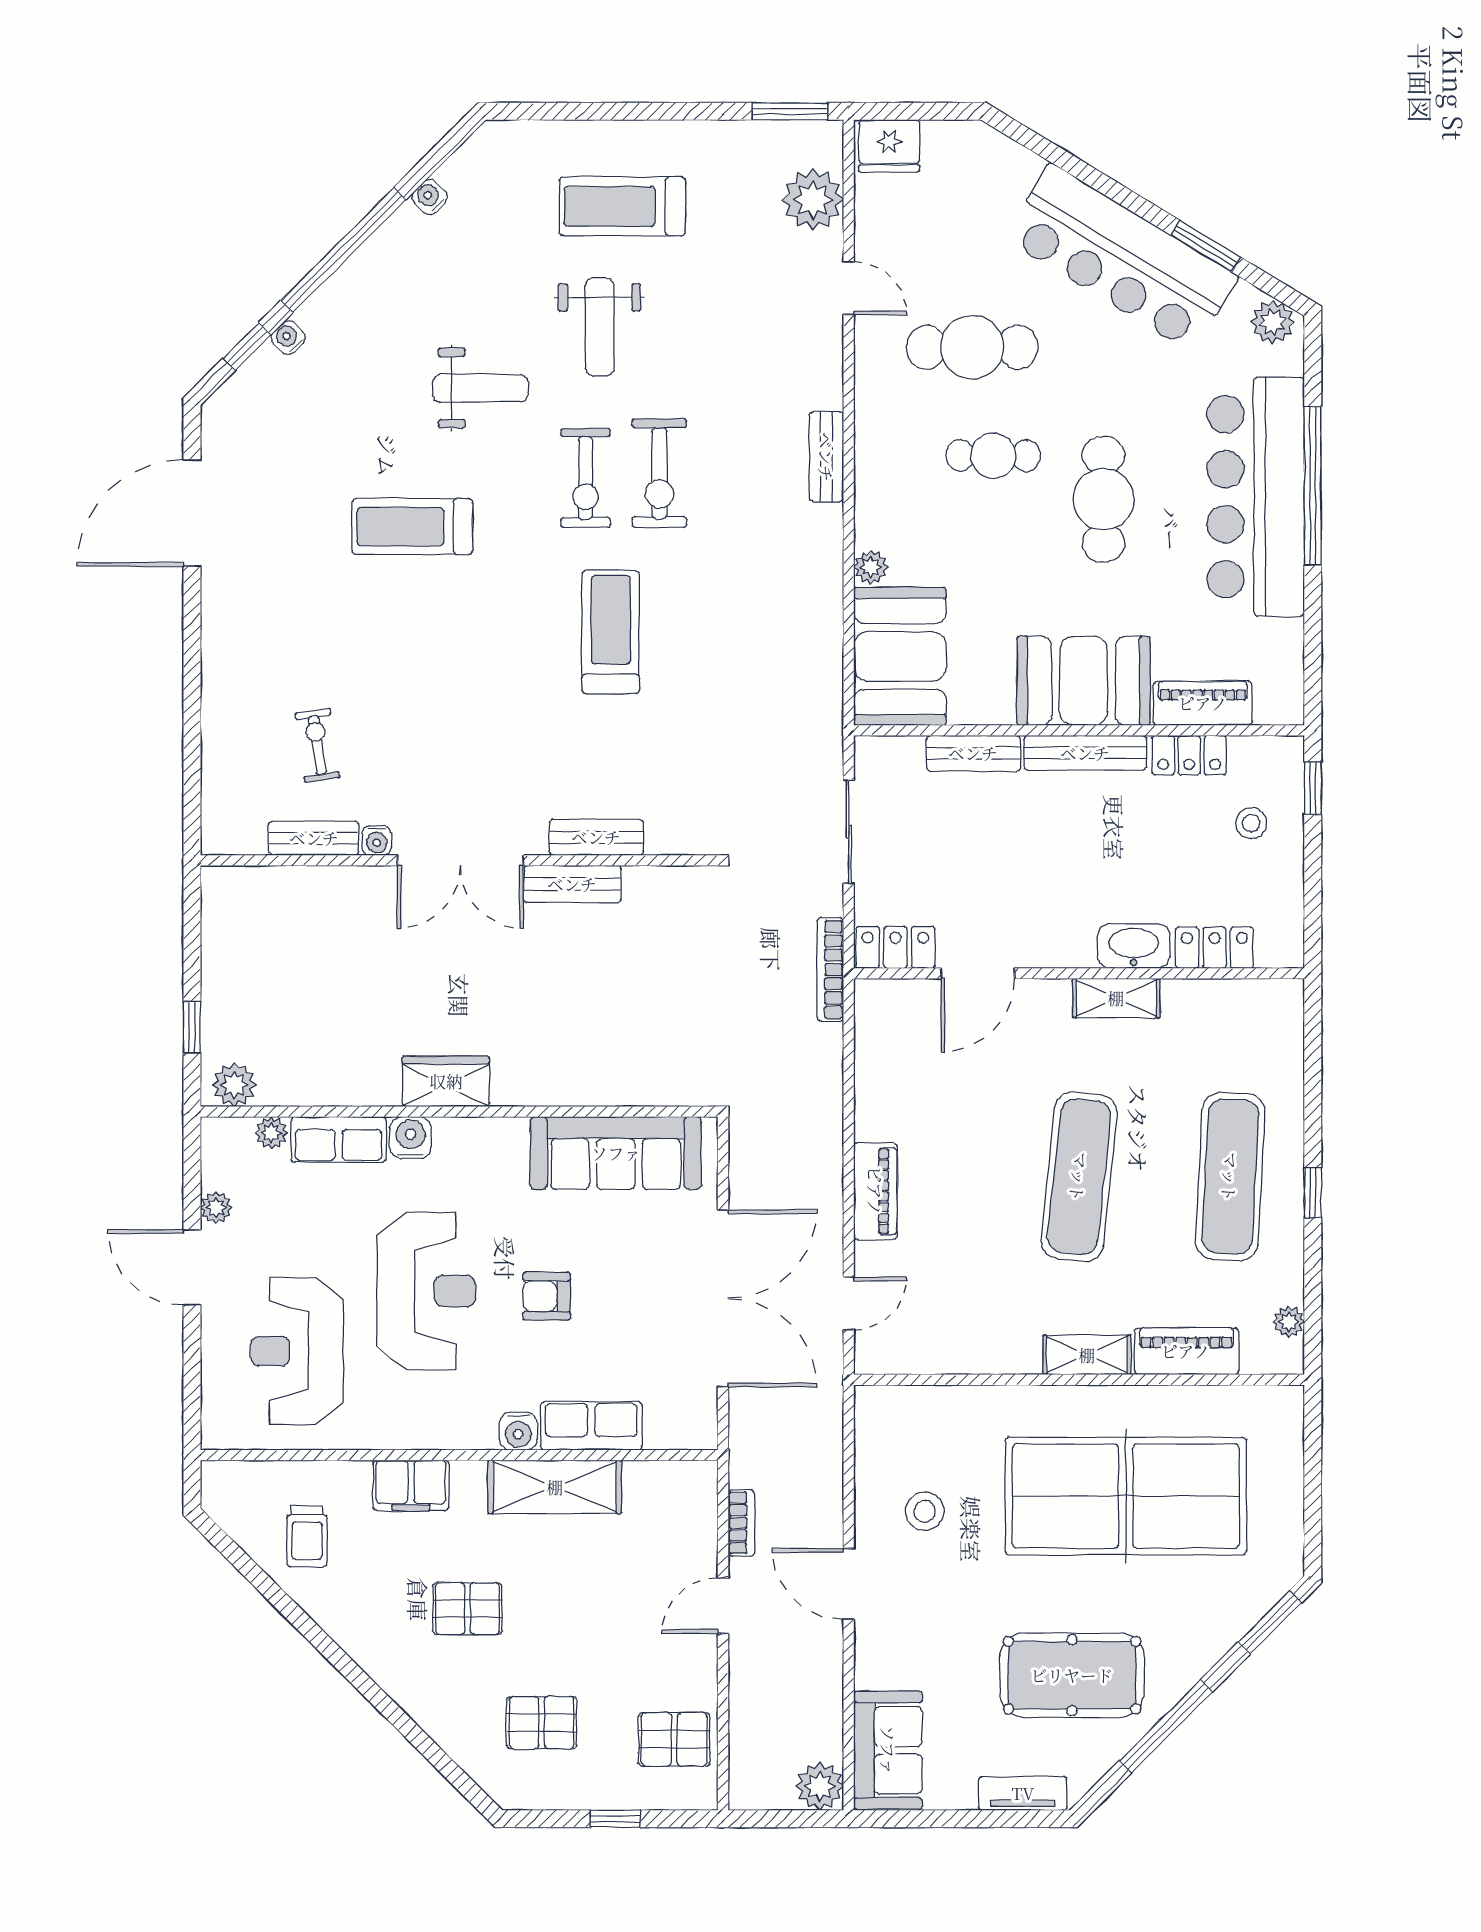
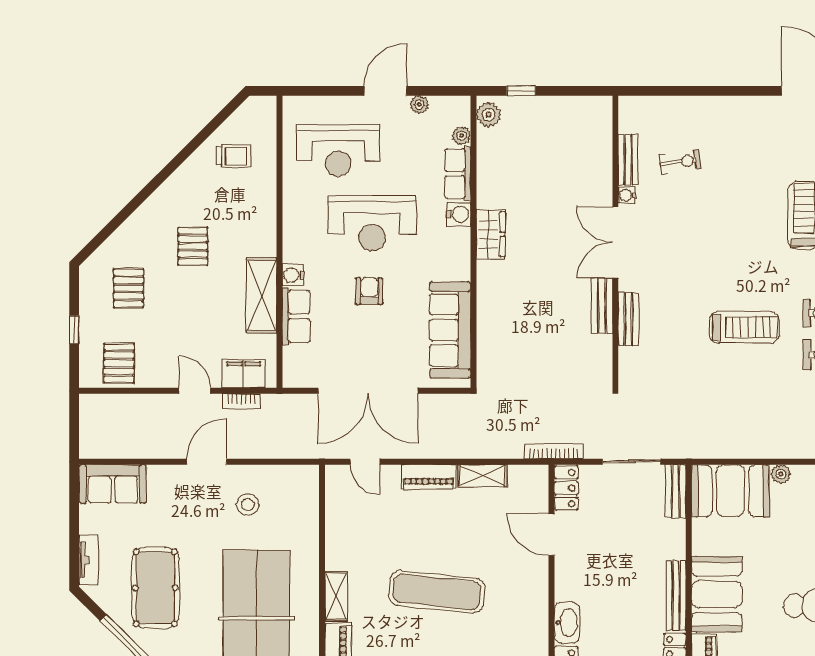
bench: (973, 753) -> (676, 491), moved
shelving: (1116, 998) -> (482, 476), moved, turned 90
reception desk: (297, 1351) -> (338, 150), turned 180
filing cabinet: (411, 1485) -> (244, 374), moved, turned 90
trolley: (307, 1537) -> (234, 156), turned 180
plant: (820, 1786) -> (92, 445), removed

